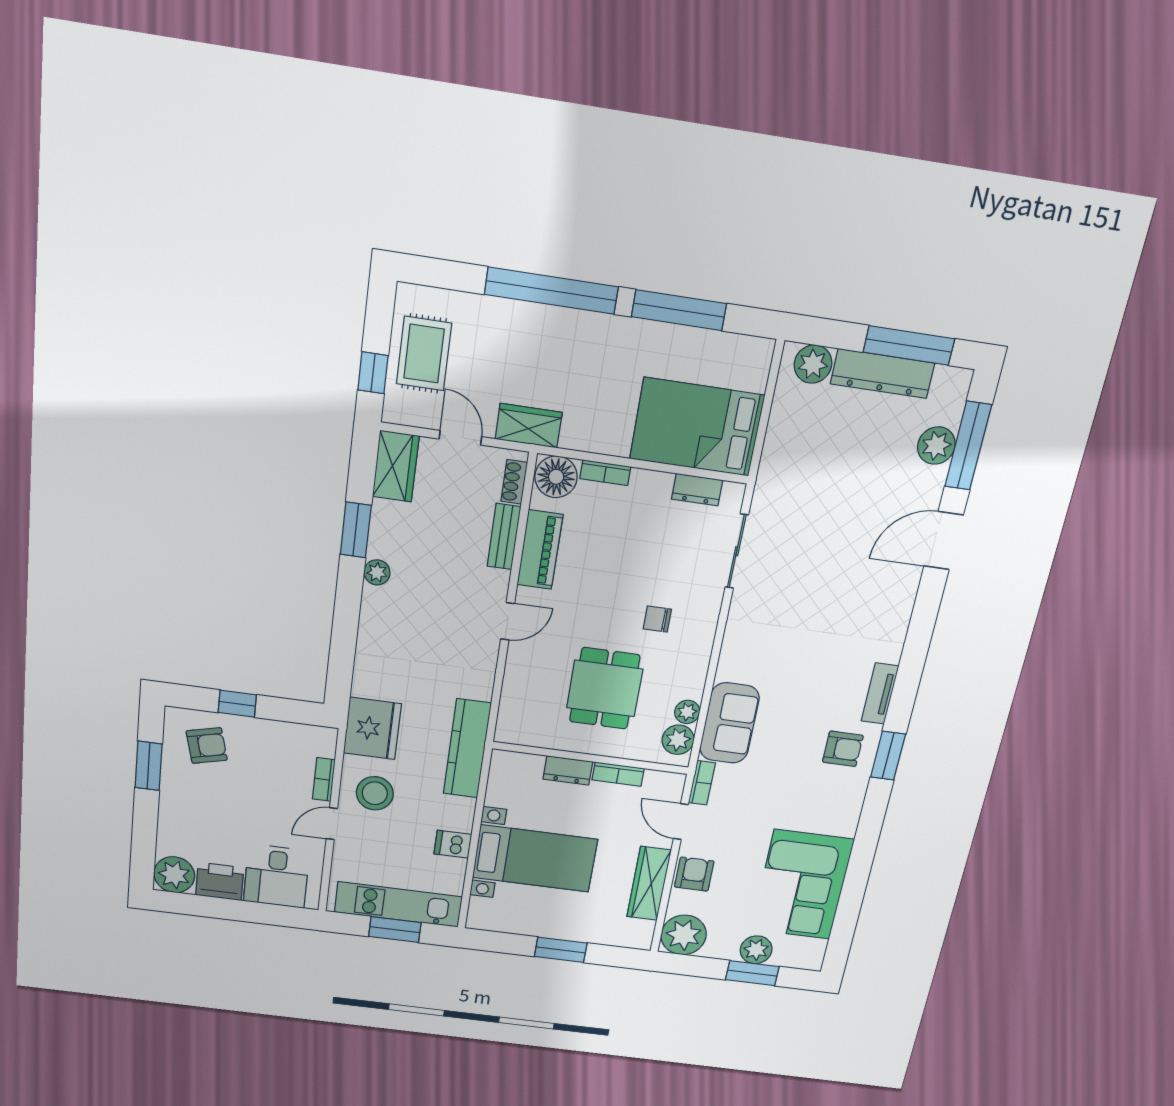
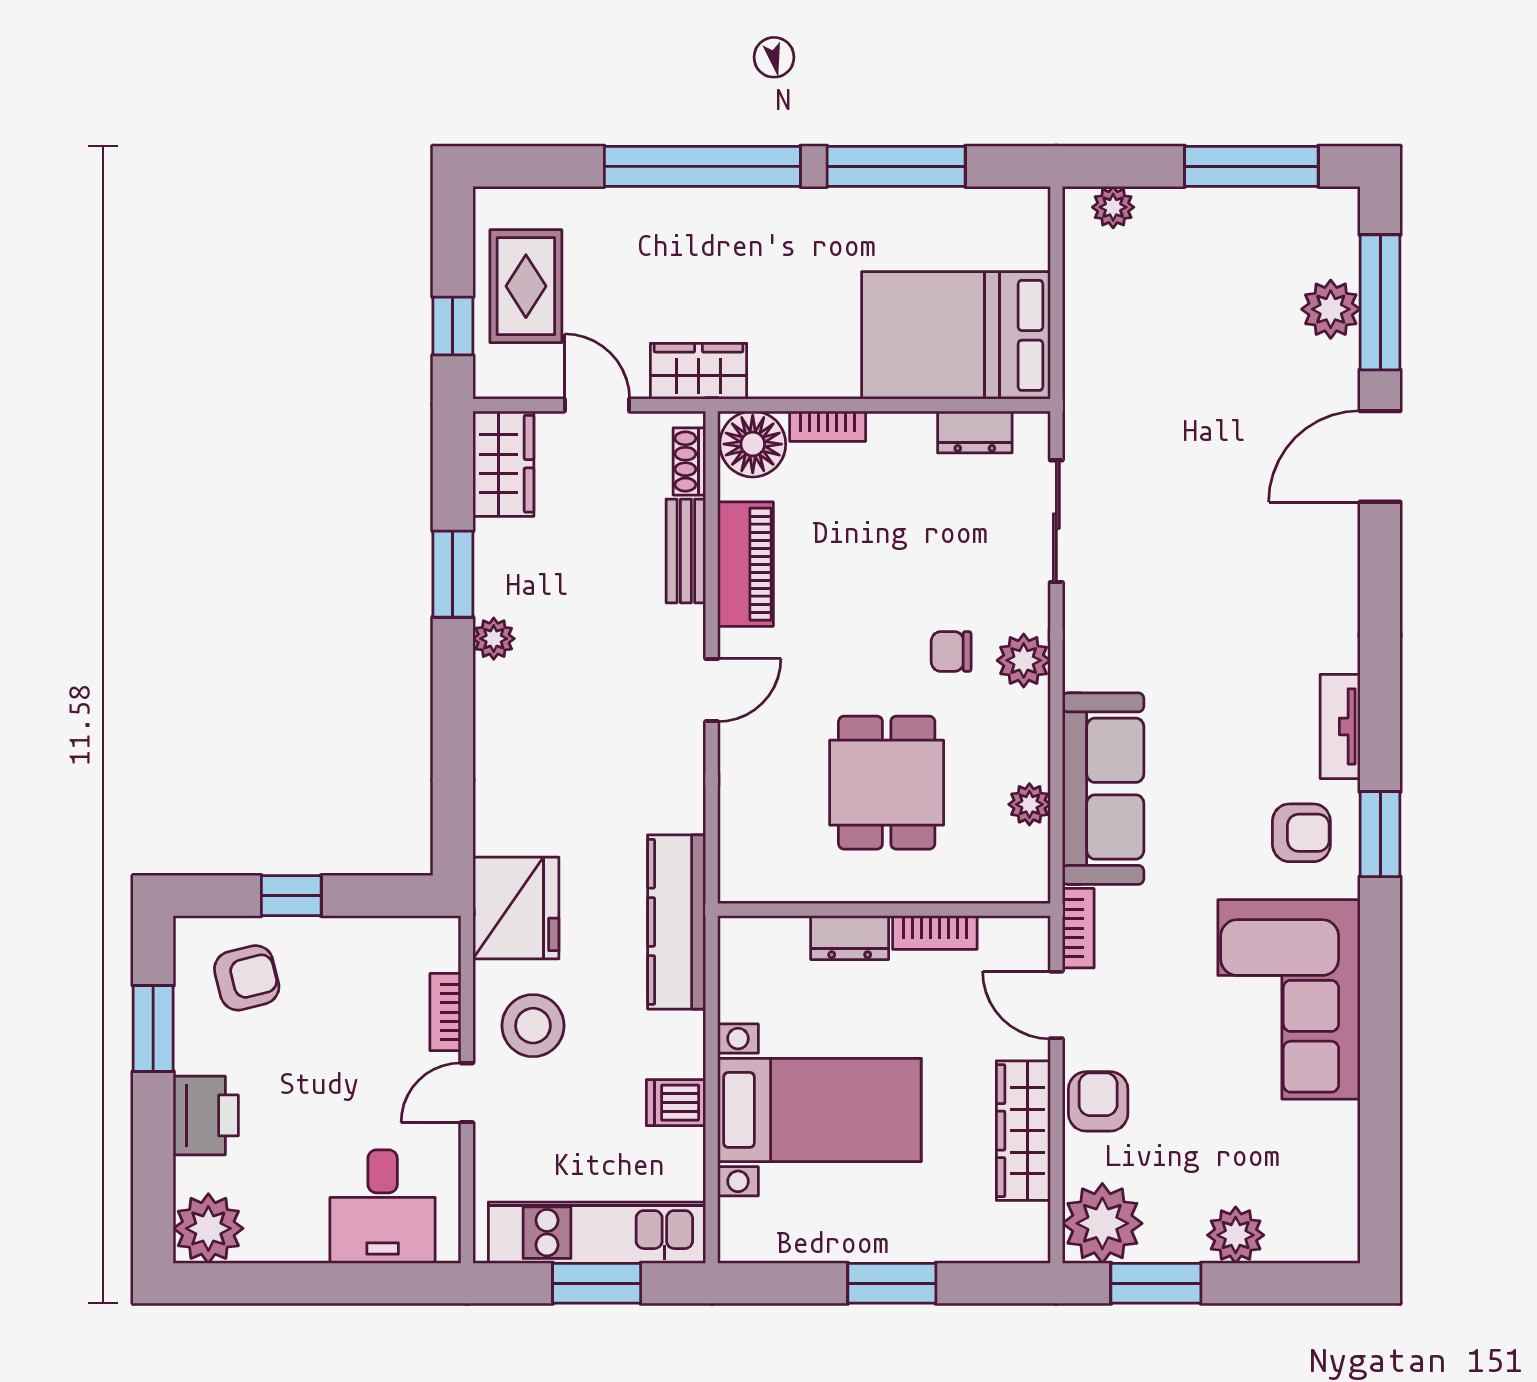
plant: (813, 364) -> (1113, 207), width x0.73, depth x0.73
dresser: (882, 374) -> (1222, 213), removed
sofa: (729, 723) -> (1103, 789), width x1.36
plant: (678, 740) -> (1024, 660), moved
printer: (220, 881) -> (206, 1115), moved, turned 90
corner sofa: (802, 885) -> (1289, 999), moved
window: (752, 973) -> (1156, 1283), moved

